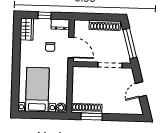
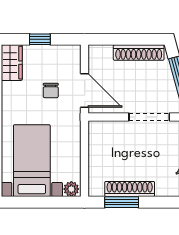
dresser: (60, 24) -> (66, 53), removed
shoe rack: (87, 108) -> (130, 189), moved

